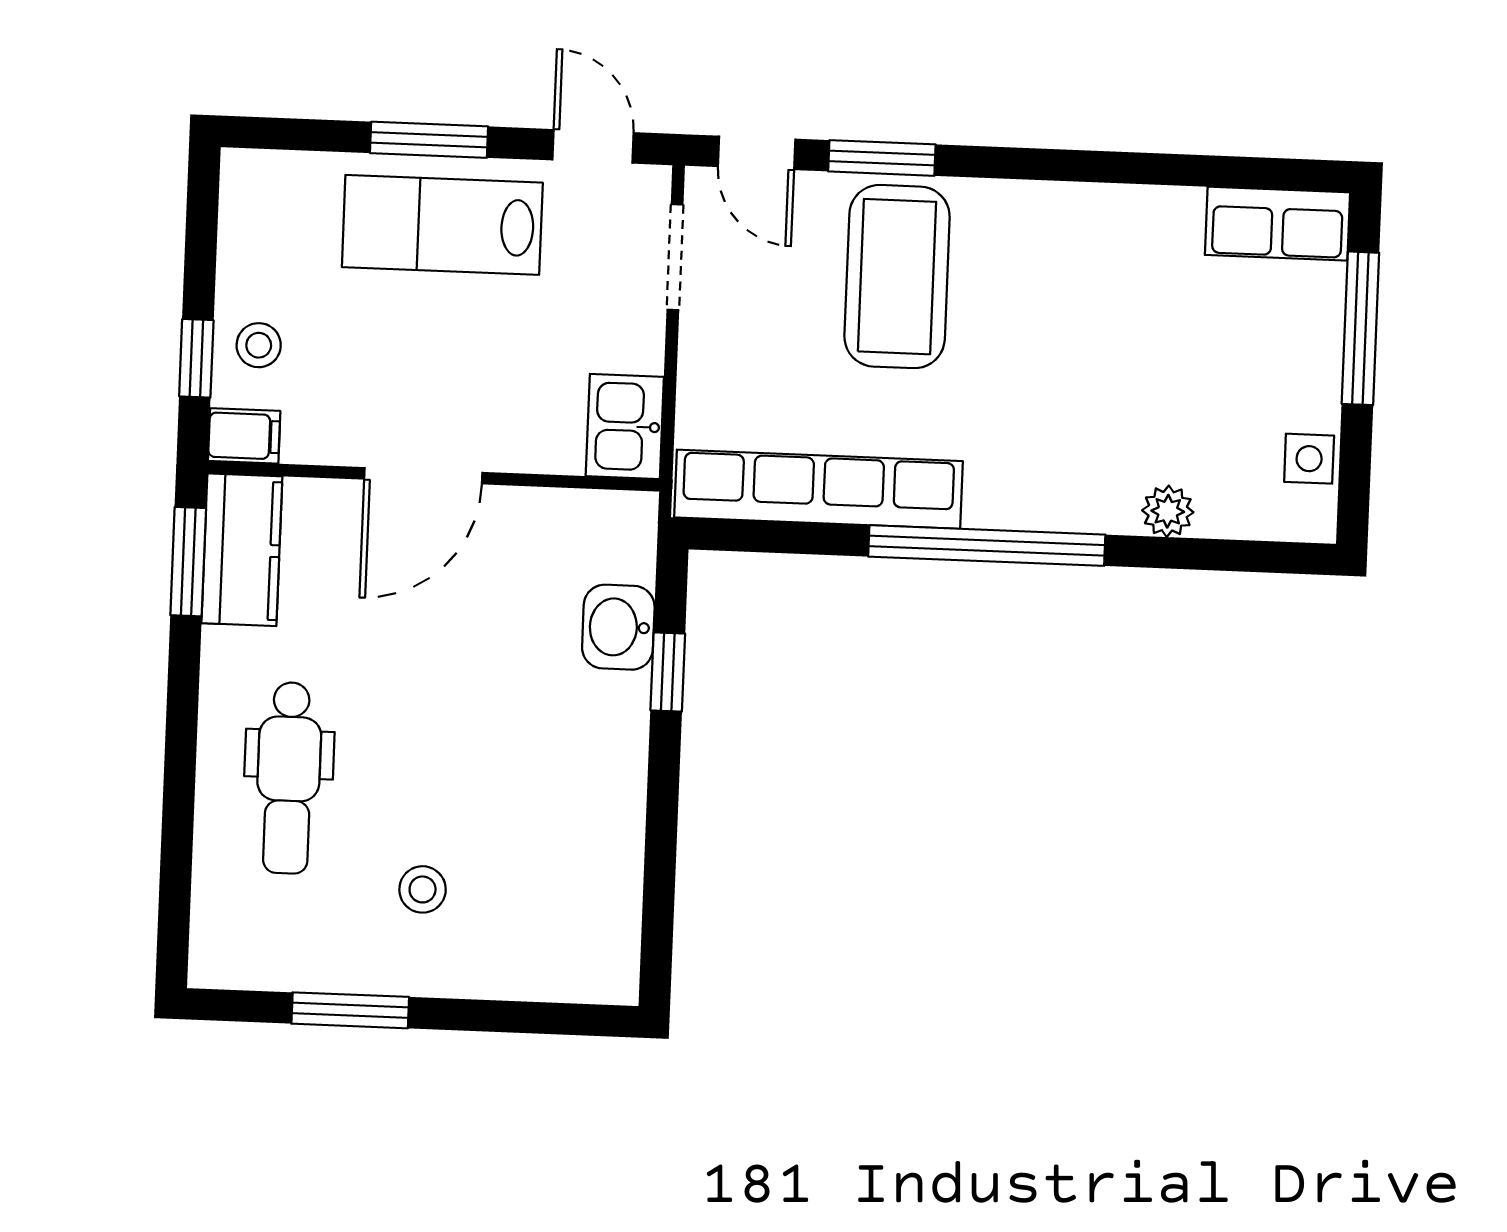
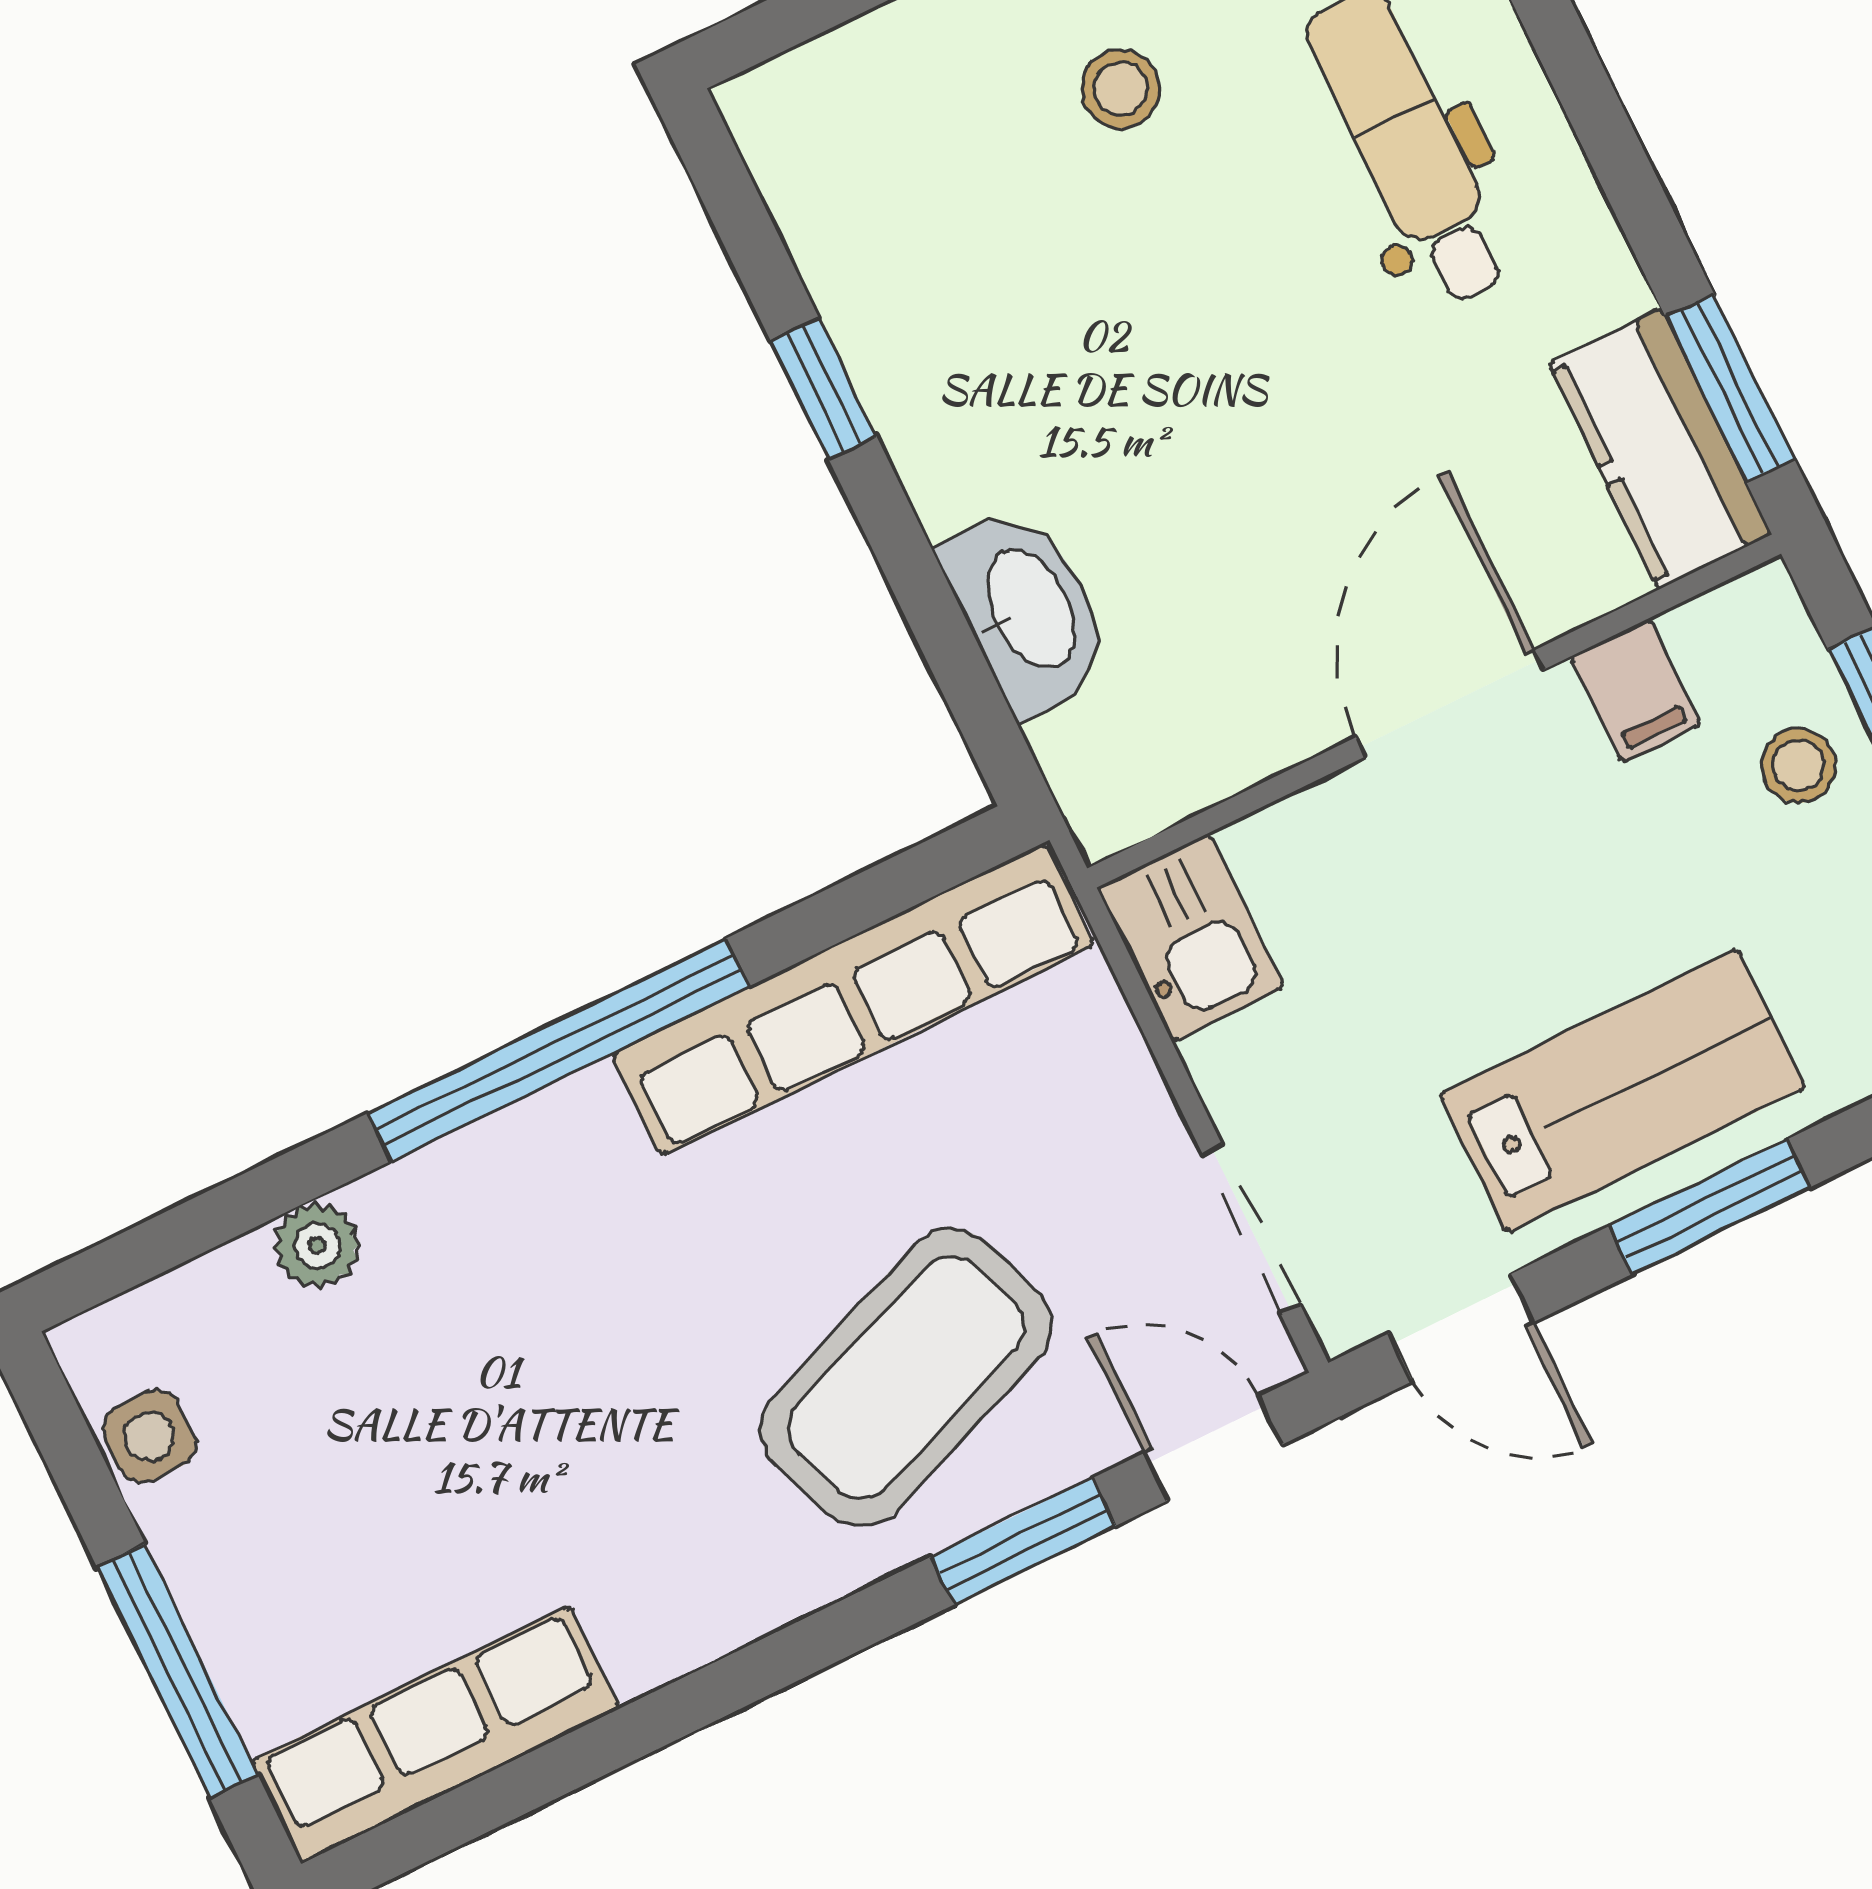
row of seats: (1277, 224) -> (436, 1735), width x1.48
coffee table: (897, 277) -> (906, 1377), turned 69
filing cabinet: (244, 436) -> (1636, 690), moved, turned -90
washbasin: (618, 627) -> (1028, 610), width x1.38
window: (668, 672) -> (824, 389), moved

